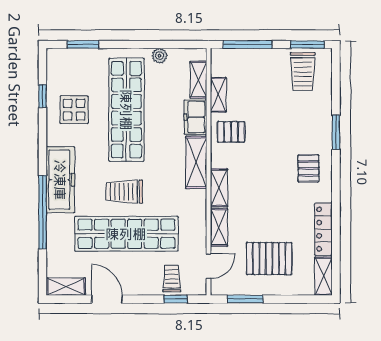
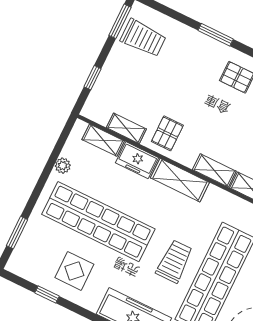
window: (248, 44) -> (92, 78), width x0.46
trolley: (124, 192) -> (174, 261), turned 180

